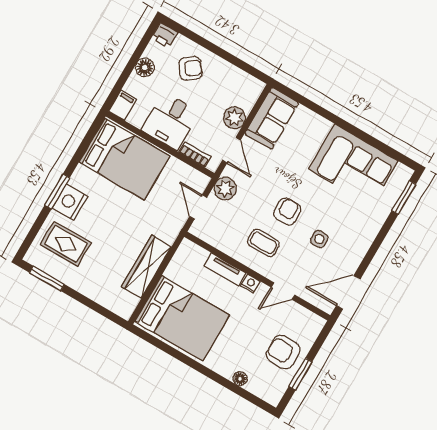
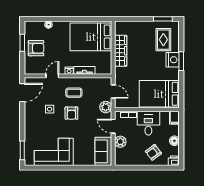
rug: (66, 244) -> (163, 40), turned 90

